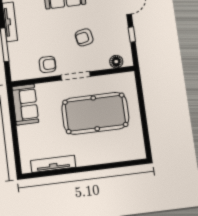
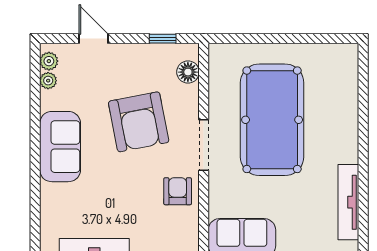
window: (132, 34) -> (163, 39), moved
armchair: (84, 37) -> (139, 122), width x1.88, depth x1.88

